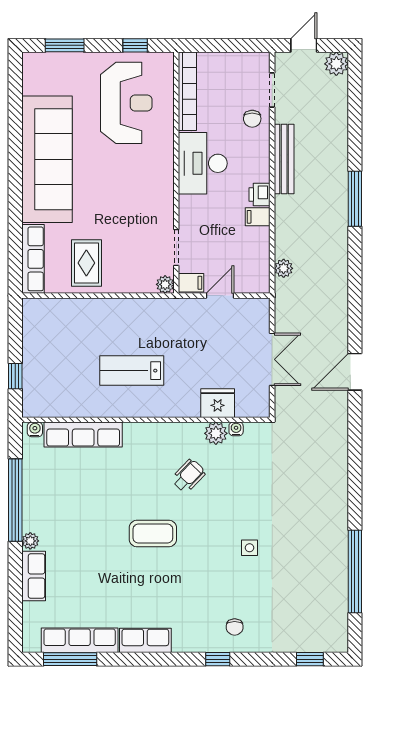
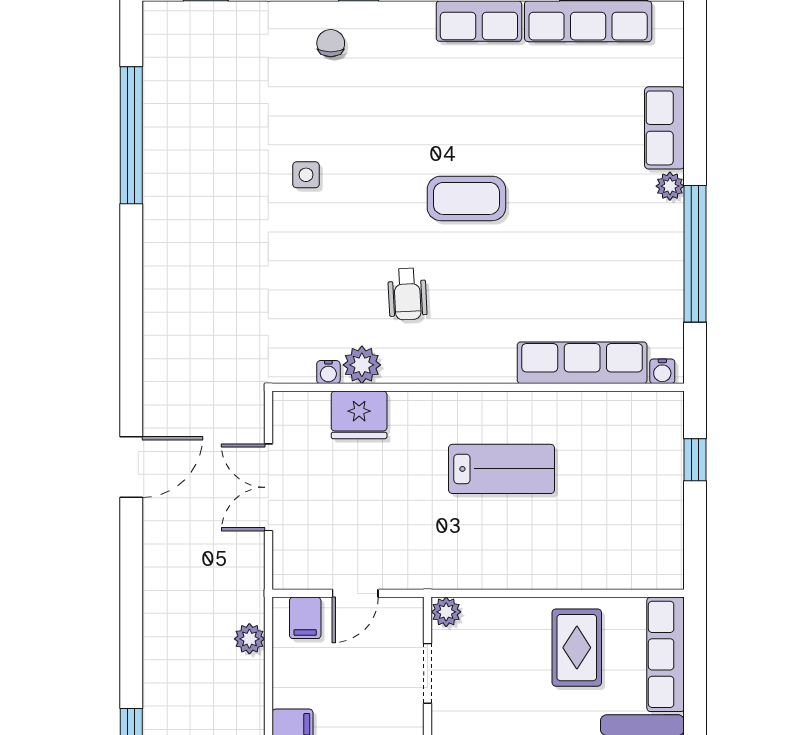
filing cabinet: (191, 283) -> (305, 618), moved, turned -90
wheelchair: (188, 476) -> (407, 294), turned -47

